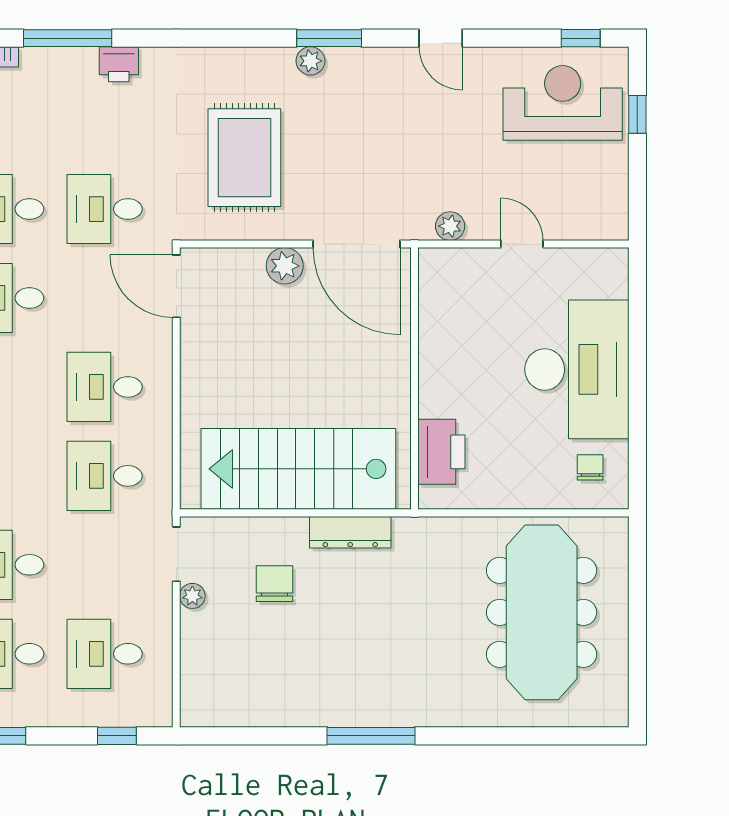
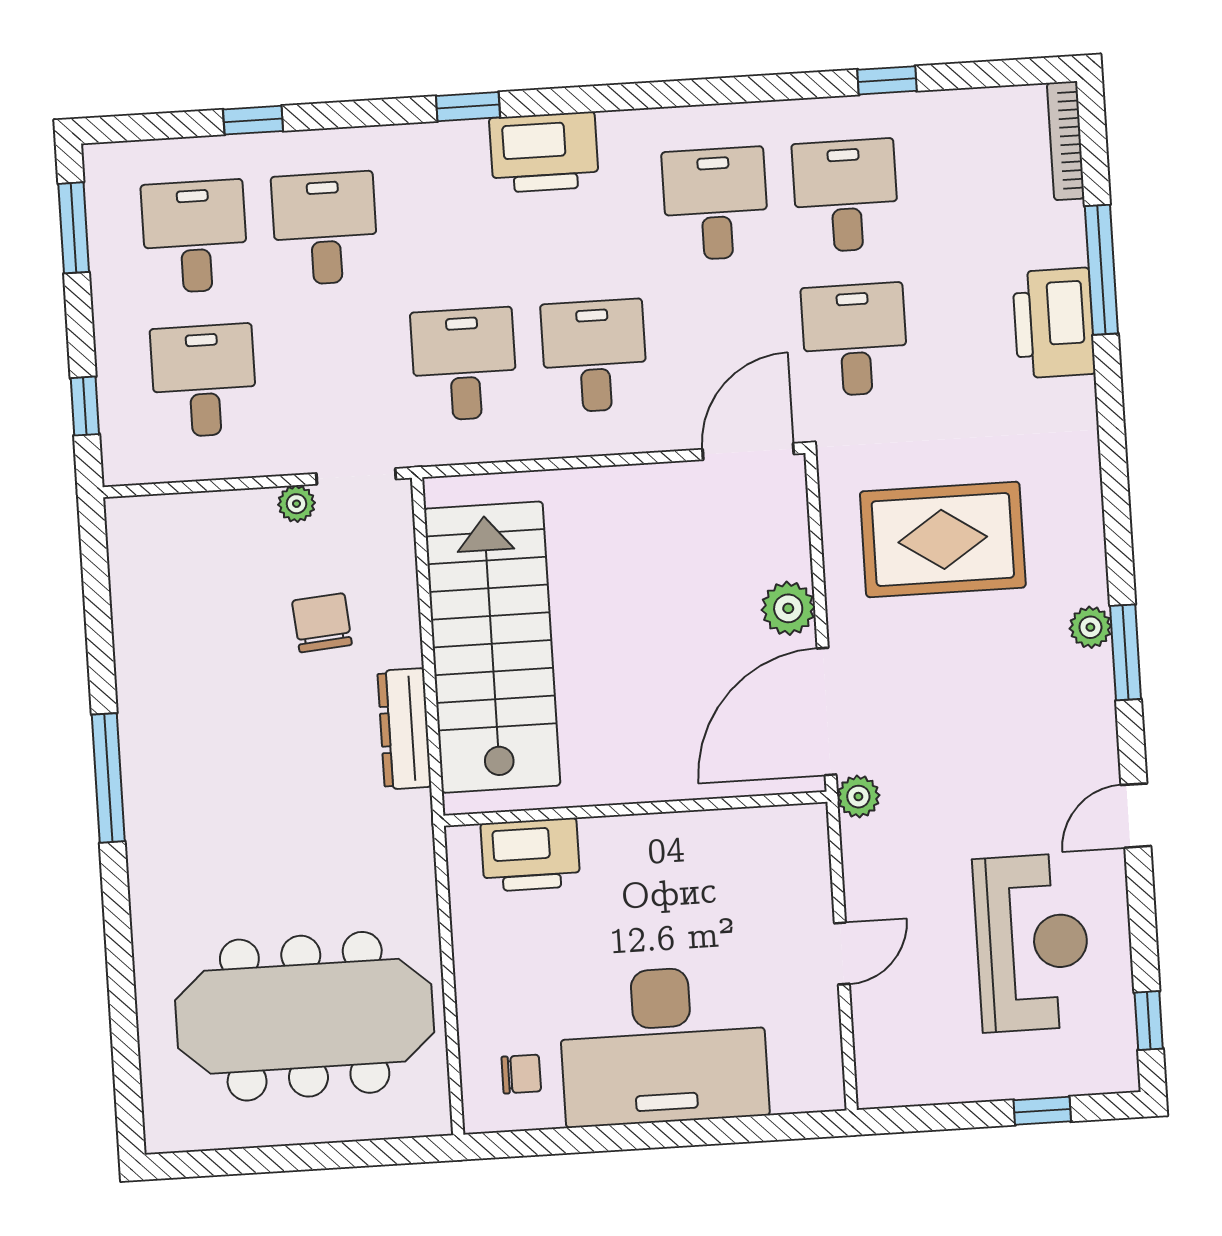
printer: (119, 64) -> (1054, 323), width x1.87, depth x1.48
reception desk: (563, 103) -> (1032, 943), moved
plant: (450, 226) -> (858, 797), moved
chair: (275, 584) -> (322, 623), turned -95

